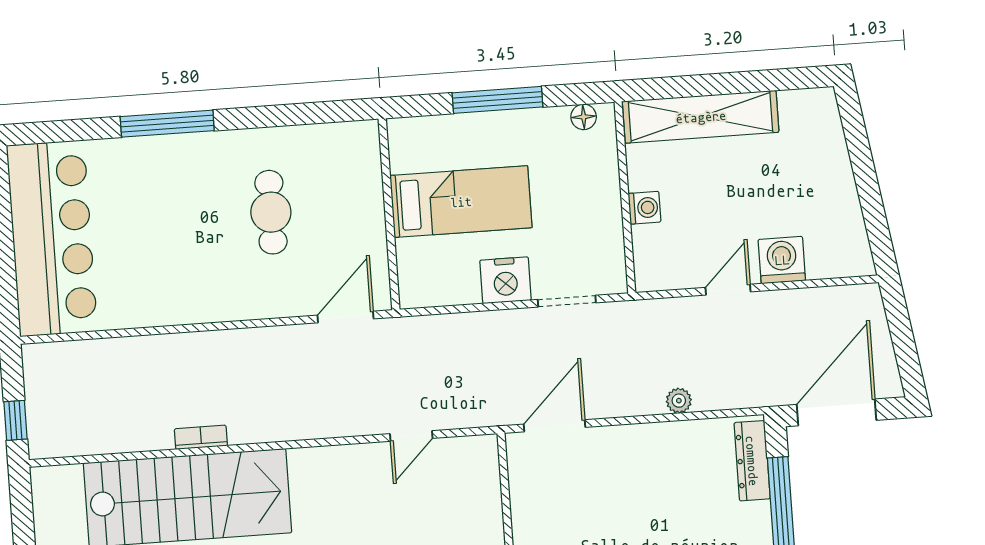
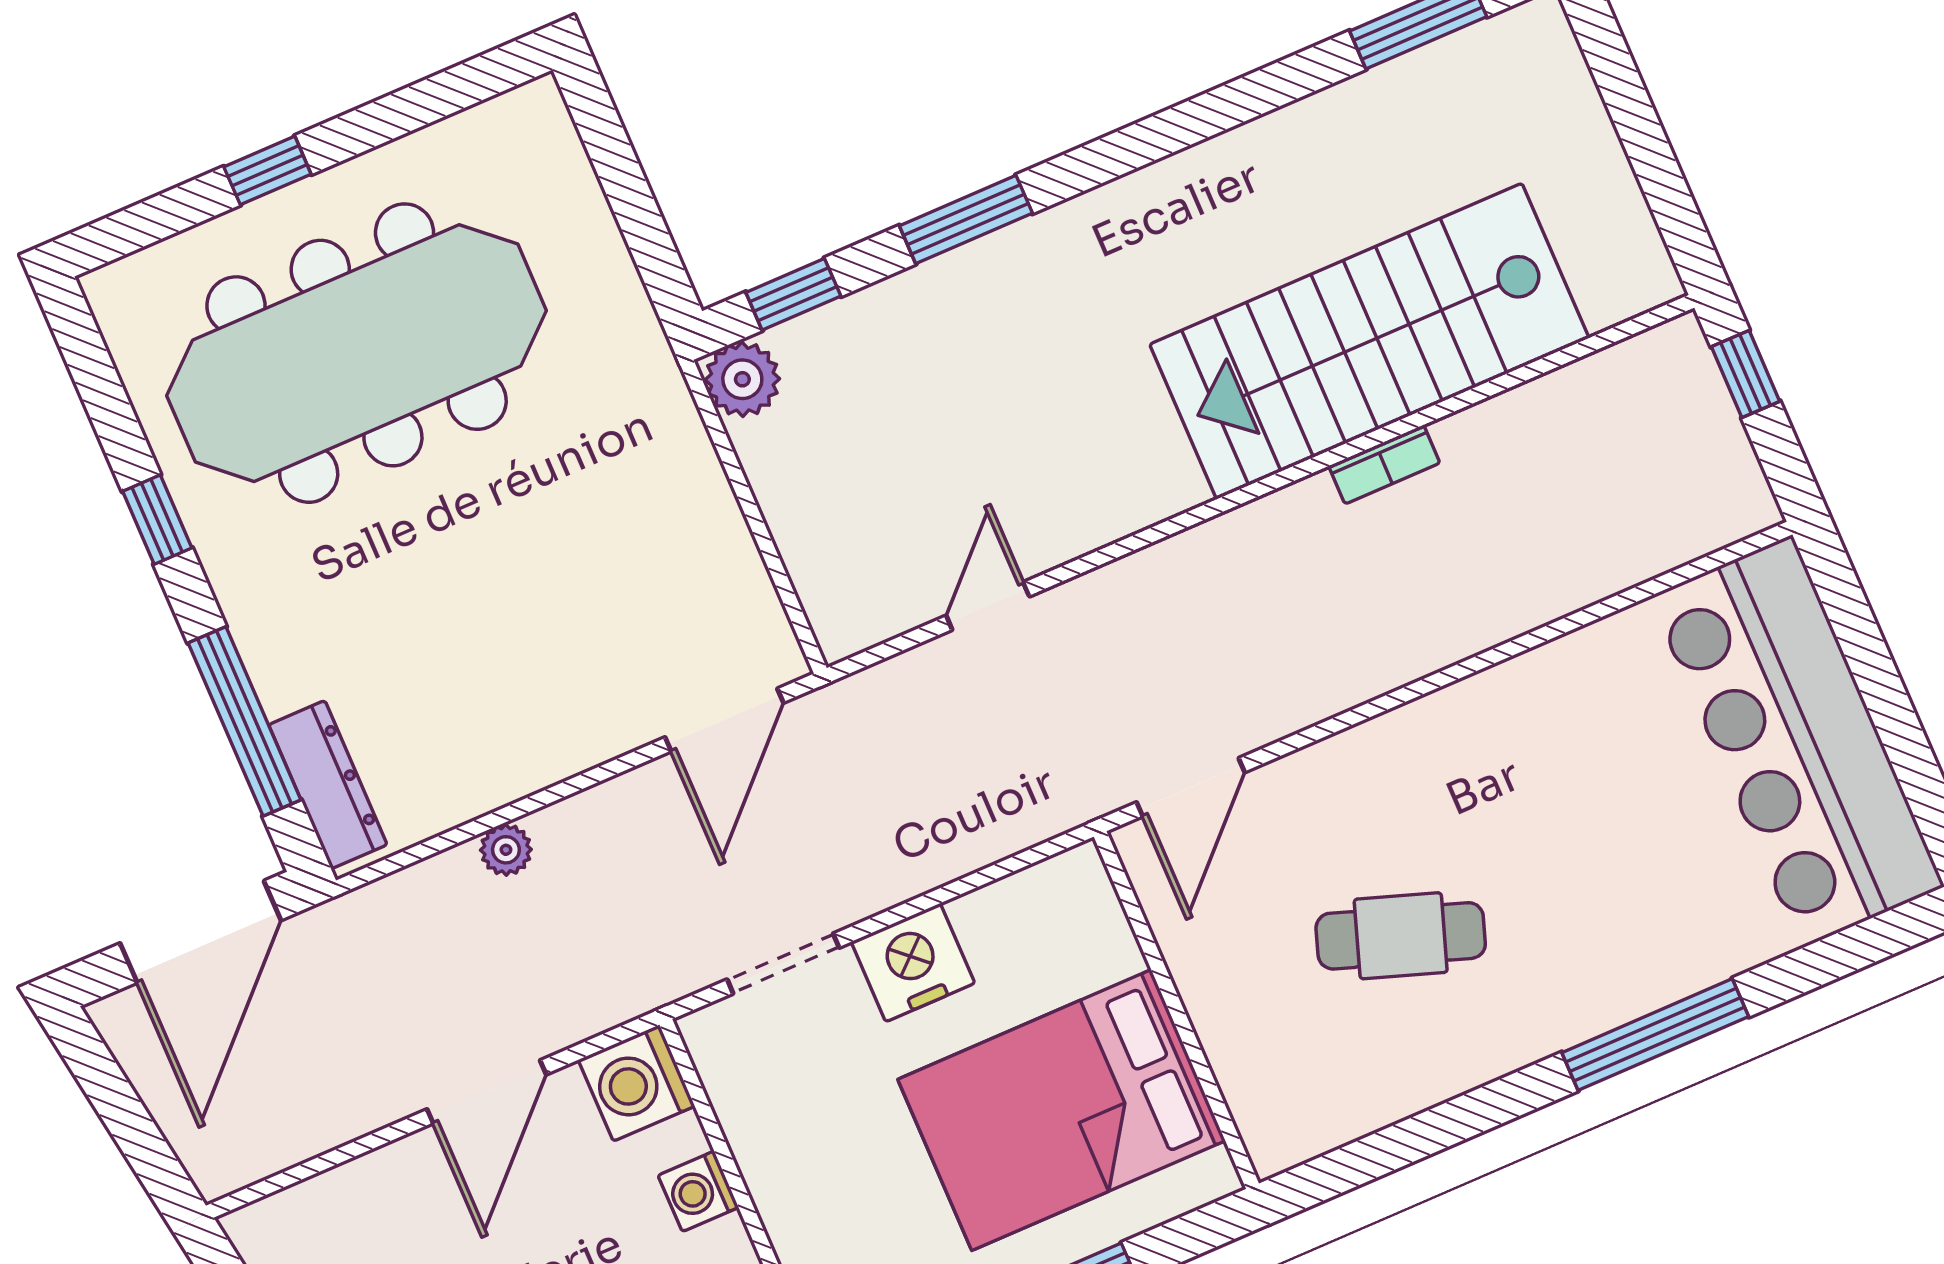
bed: (461, 202) -> (1062, 1110), width x1.50
cafe table: (271, 212) -> (1401, 936), turned -71
washing machine: (782, 260) -> (636, 1083), moved, turned 90
door: (728, 290) -> (487, 1092), width x1.38

